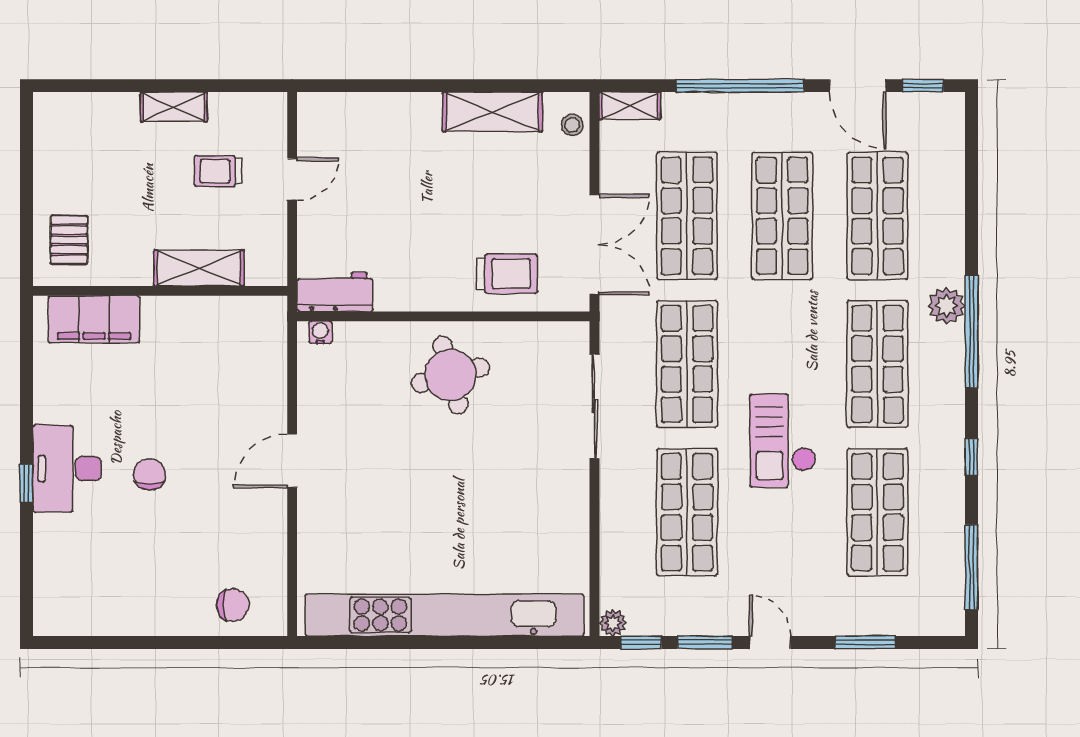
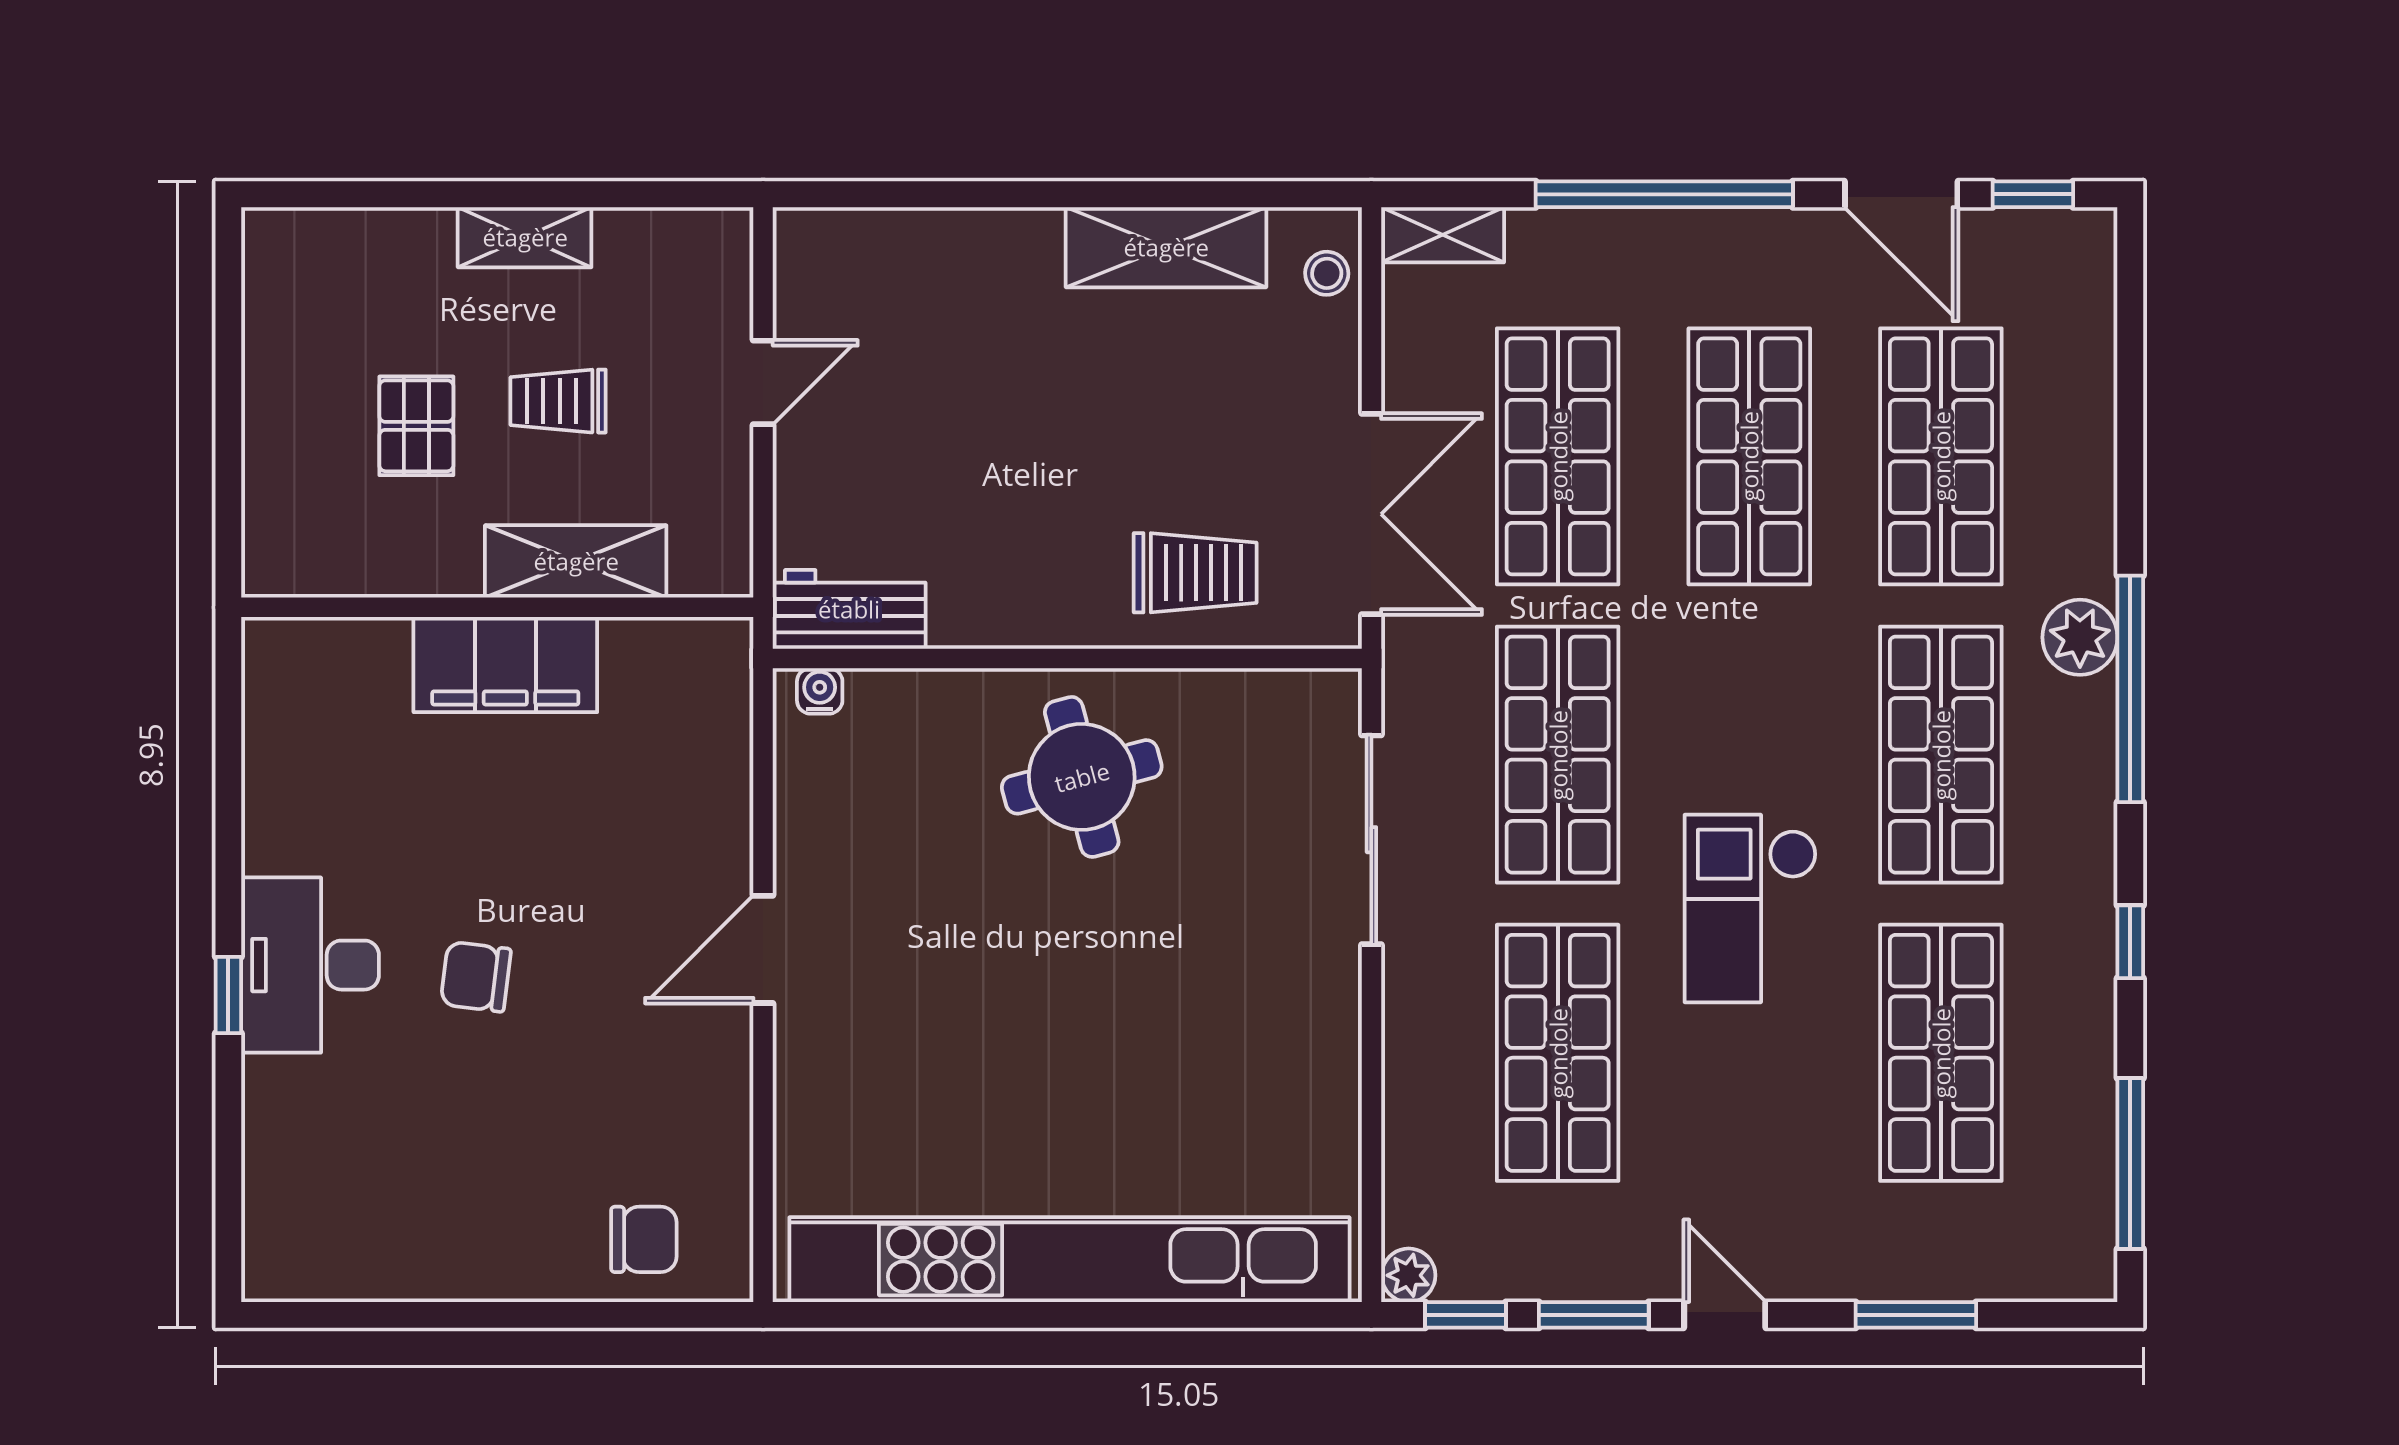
trolley: (218, 171) -> (558, 401), moved
pallet: (69, 240) -> (416, 426), moved
filing cabinet: (94, 319) -> (505, 665), moved
chair: (149, 474) -> (476, 977), turned -83

